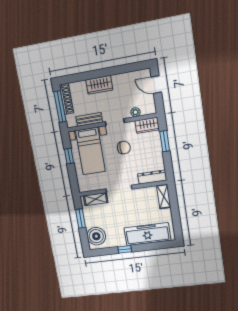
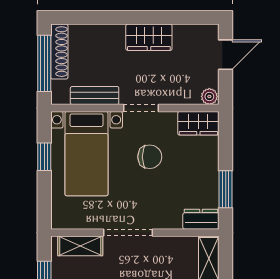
wardrobe: (99, 85) -> (149, 37), moved
door: (156, 85) -> (226, 55), swing flipped
plant: (135, 112) -> (209, 96), moved
window: (165, 141) -> (226, 189), moved
dresser: (152, 177) -> (201, 219), width x0.70

